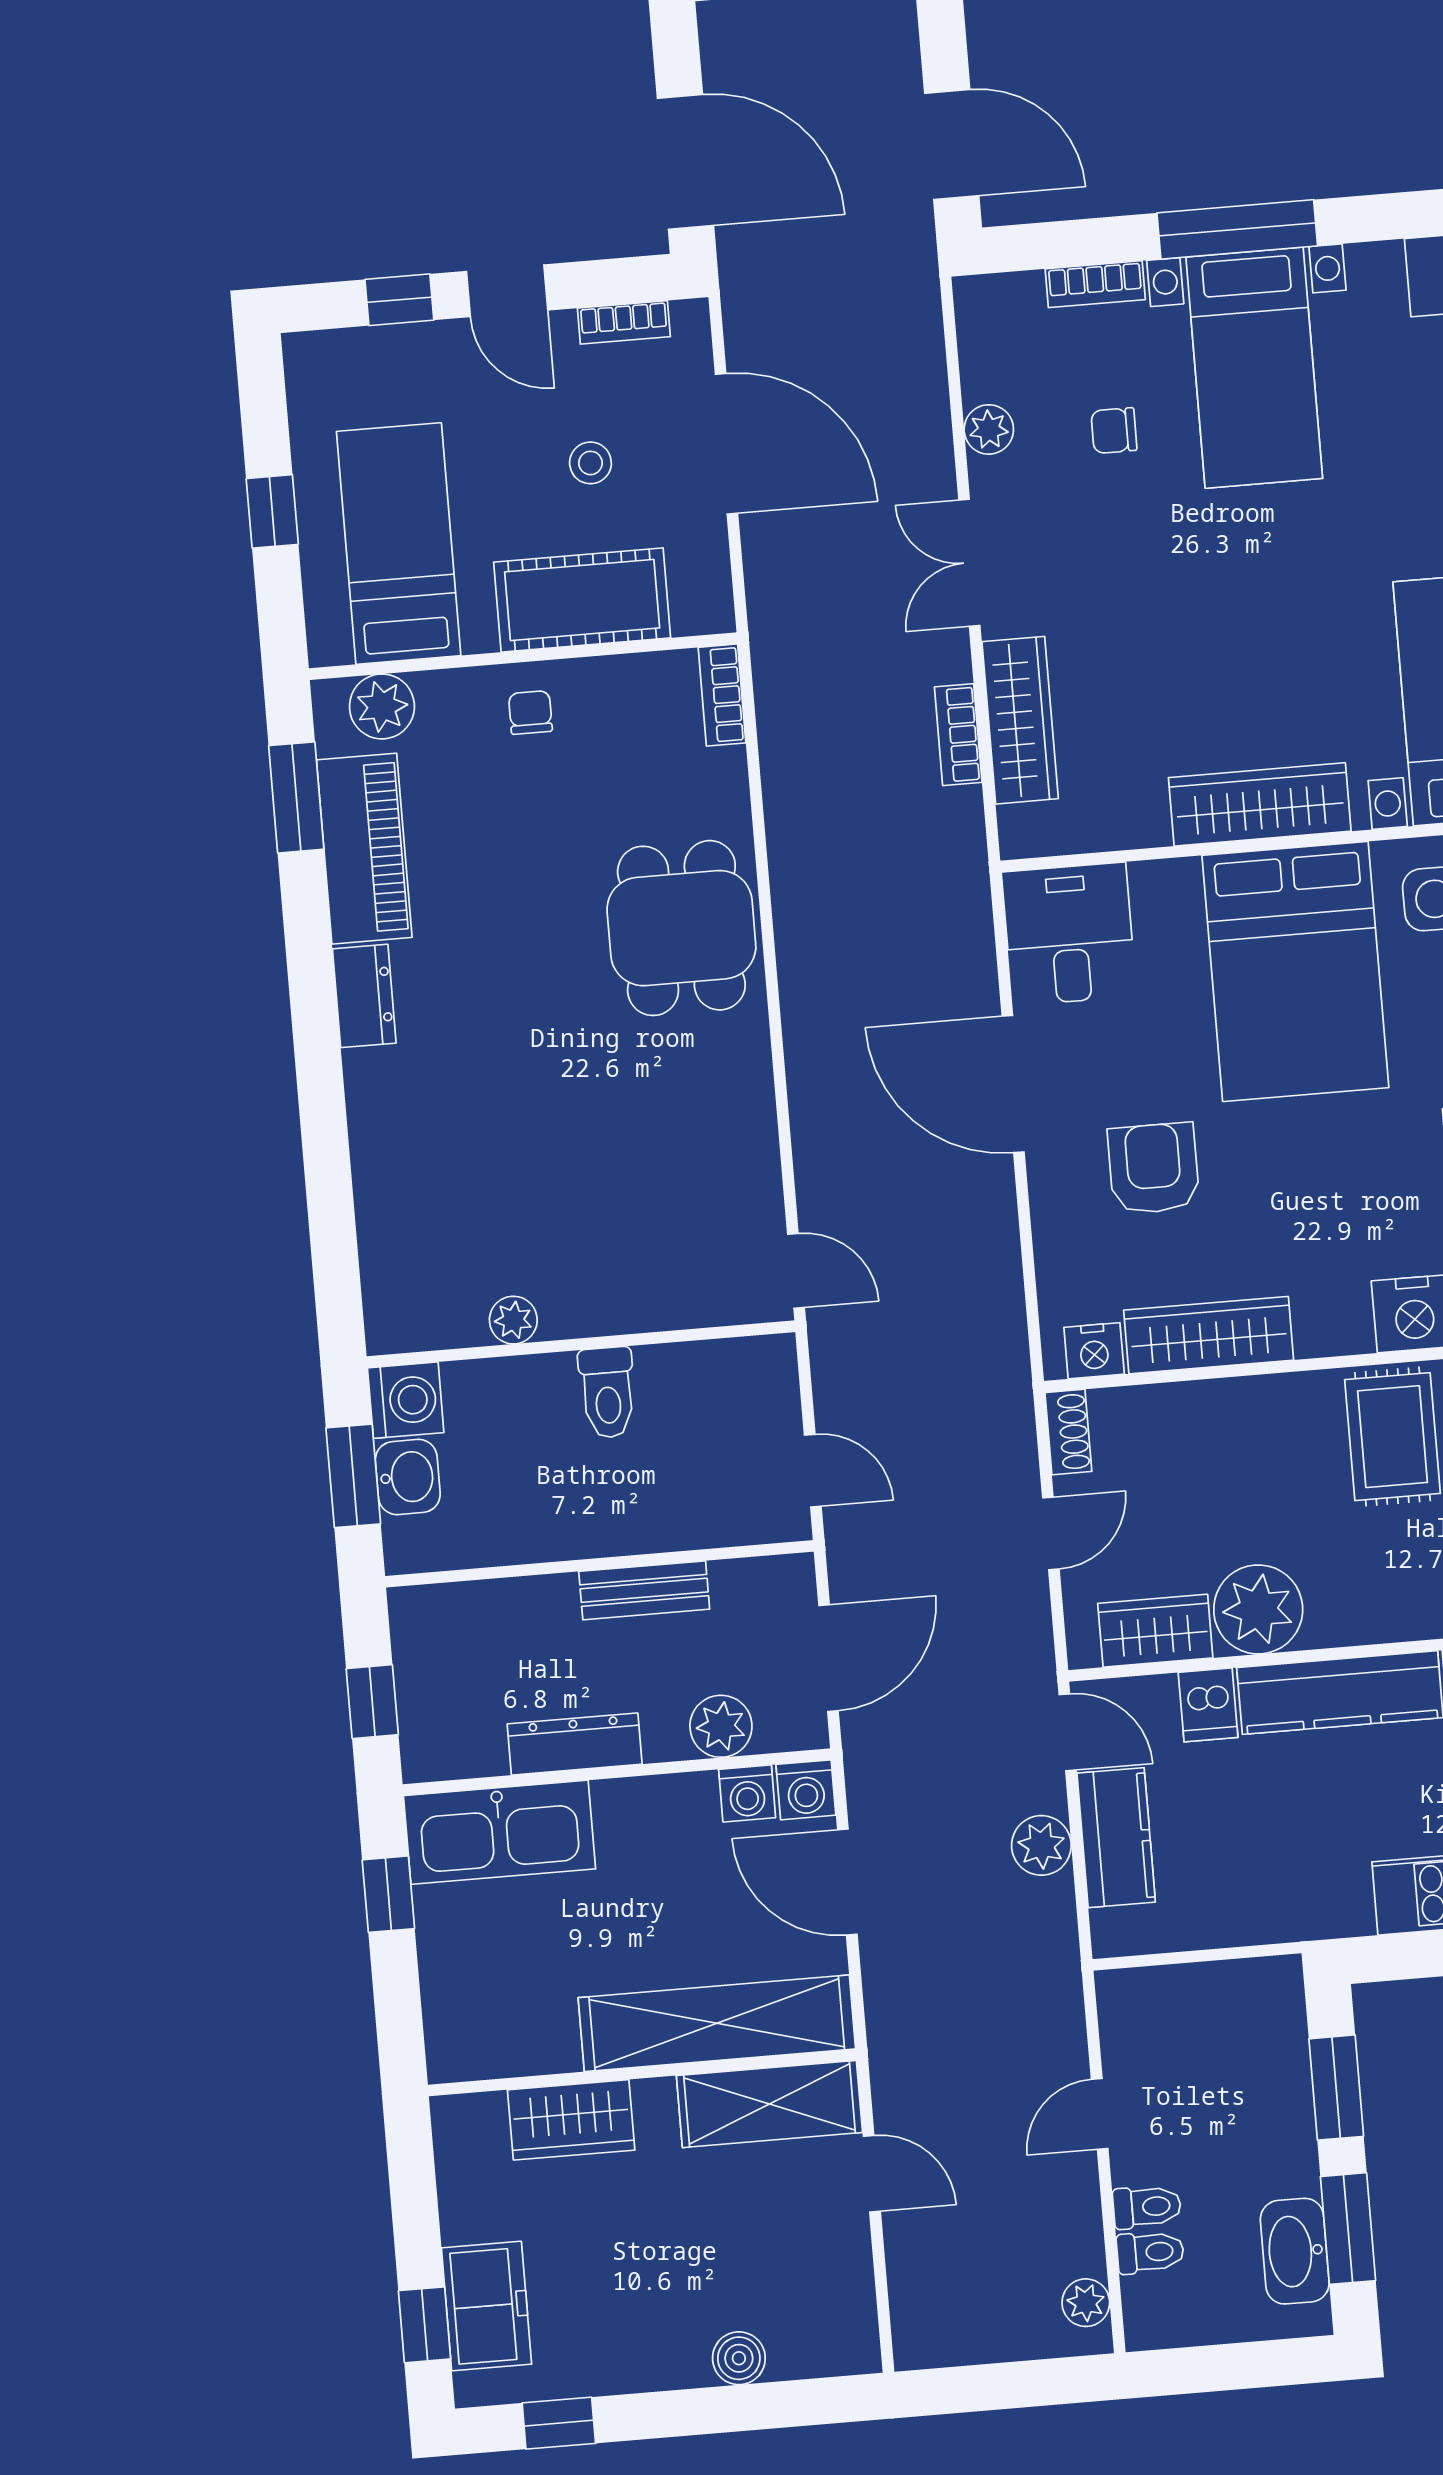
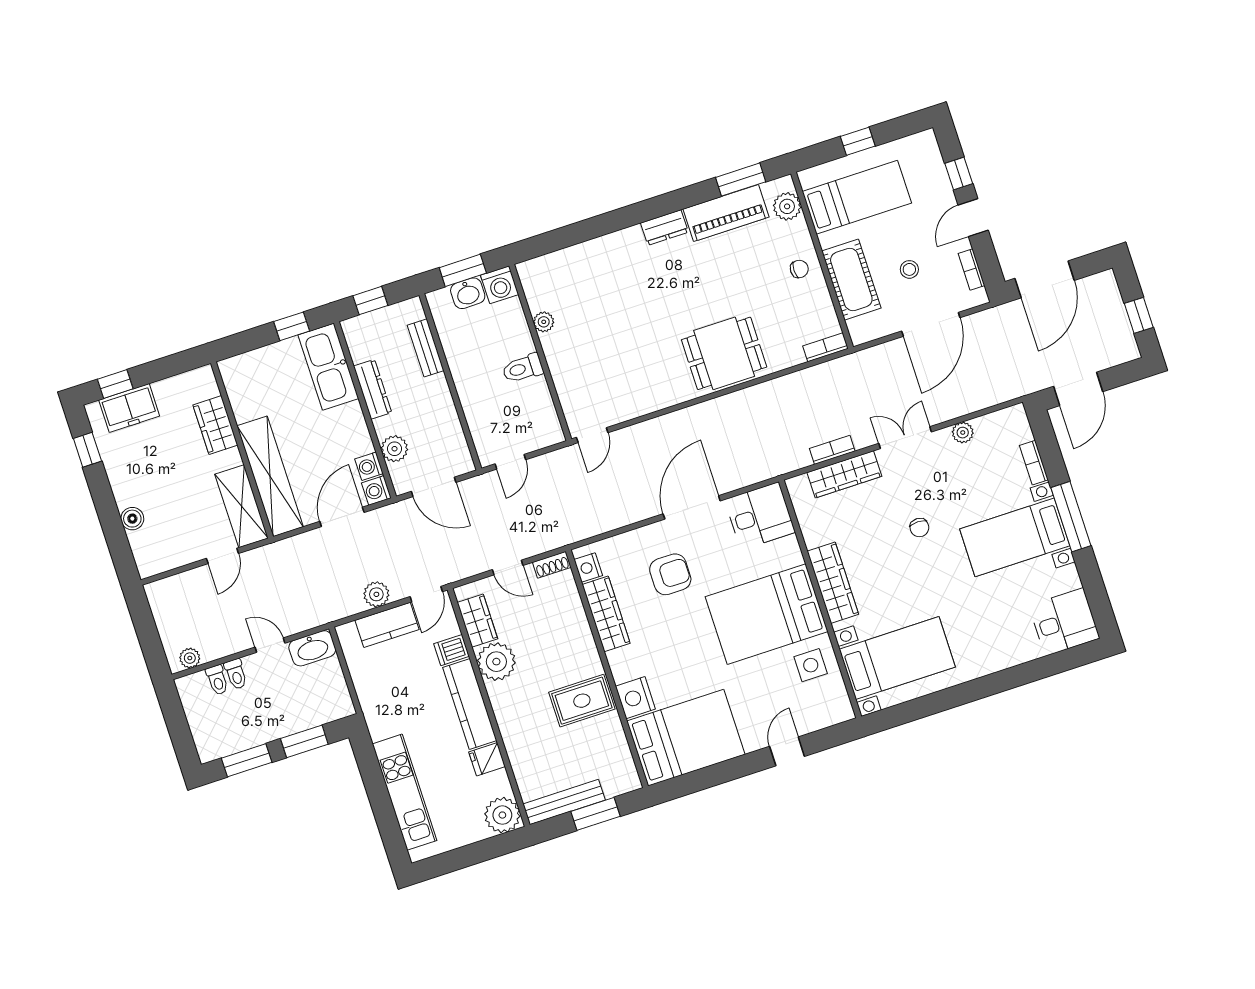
chair: (1114, 431) -> (919, 528), moved, turned 180
bench: (644, 1590) -> (426, 348), moved
washbasin: (1295, 2251) -> (312, 648), moved, turned 180

